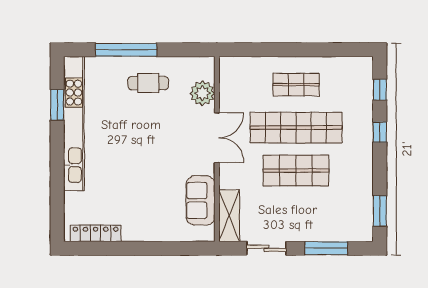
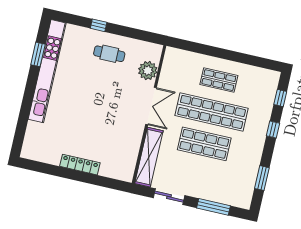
window: (126, 50) -> (99, 25), width x0.32
sofa: (201, 200) -> (128, 150), removed
window: (380, 211) -> (262, 178), moved
shelving: (229, 216) -> (149, 157), width x1.47
locker: (96, 233) -> (80, 165), moved

